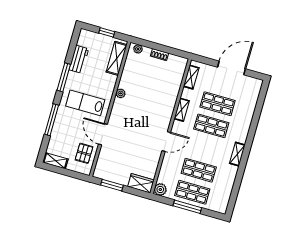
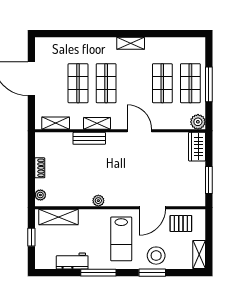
bench: (172, 100) -> (89, 138), added
window: (52, 120) -> (152, 273), width x0.69
stool: (64, 127) -> (156, 256), added

